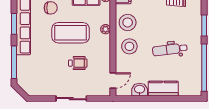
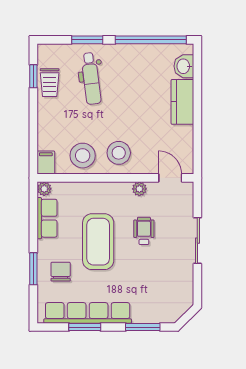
plant: (106, 29) -> (139, 189), moved
dental chair: (170, 50) -> (91, 78), moved
window: (14, 62) -> (143, 327), width x0.69
washbasin: (140, 90) -> (184, 66), moved

